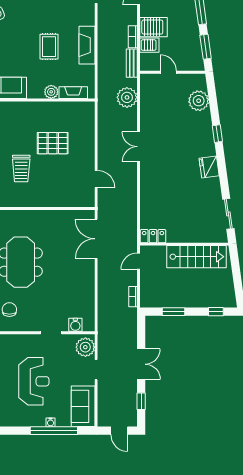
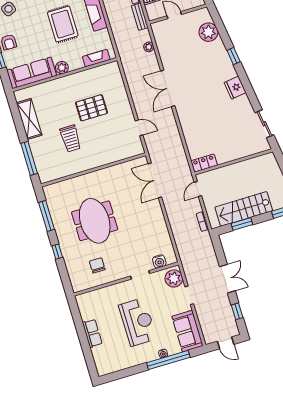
rug: (49, 47) -> (63, 24), width x1.36, depth x1.43
plant: (51, 92) -> (62, 68), moved
plant: (127, 97) -> (149, 47), width x0.53, depth x0.53
double door: (138, 147) -> (168, 88), width x1.37
stairs: (197, 257) -> (244, 209), moved, turned 180

